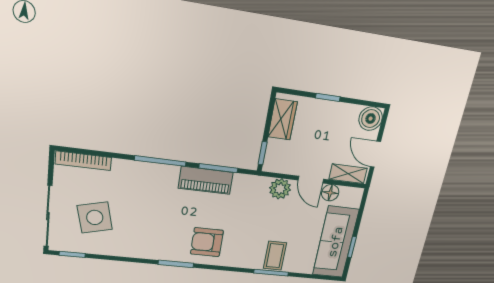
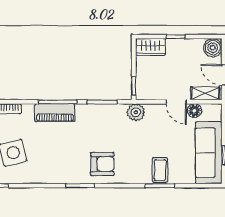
wardrobe: (282, 119) -> (150, 47), moved, turned 90
piano: (206, 180) -> (55, 113), moved
plant: (280, 189) -> (136, 112), moved
armchair: (207, 242) -> (102, 164), turned 180

